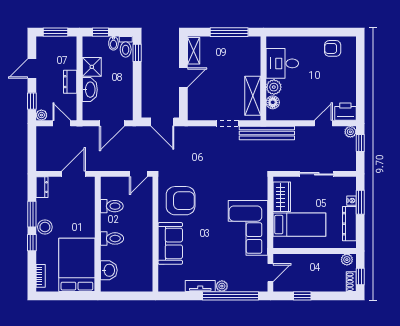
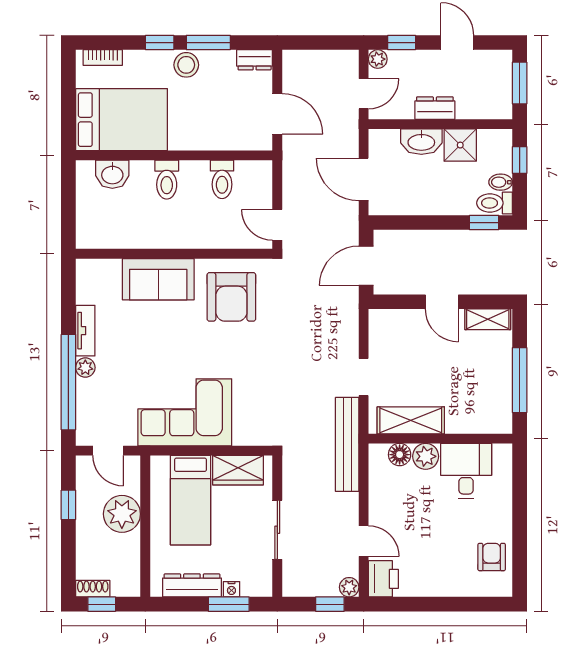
plant: (347, 260) -> (122, 514), moved, width x1.87, depth x1.87

